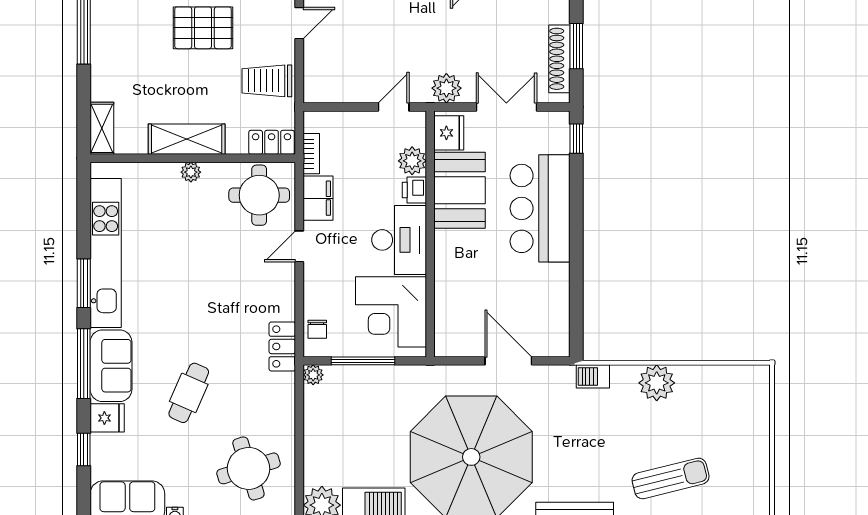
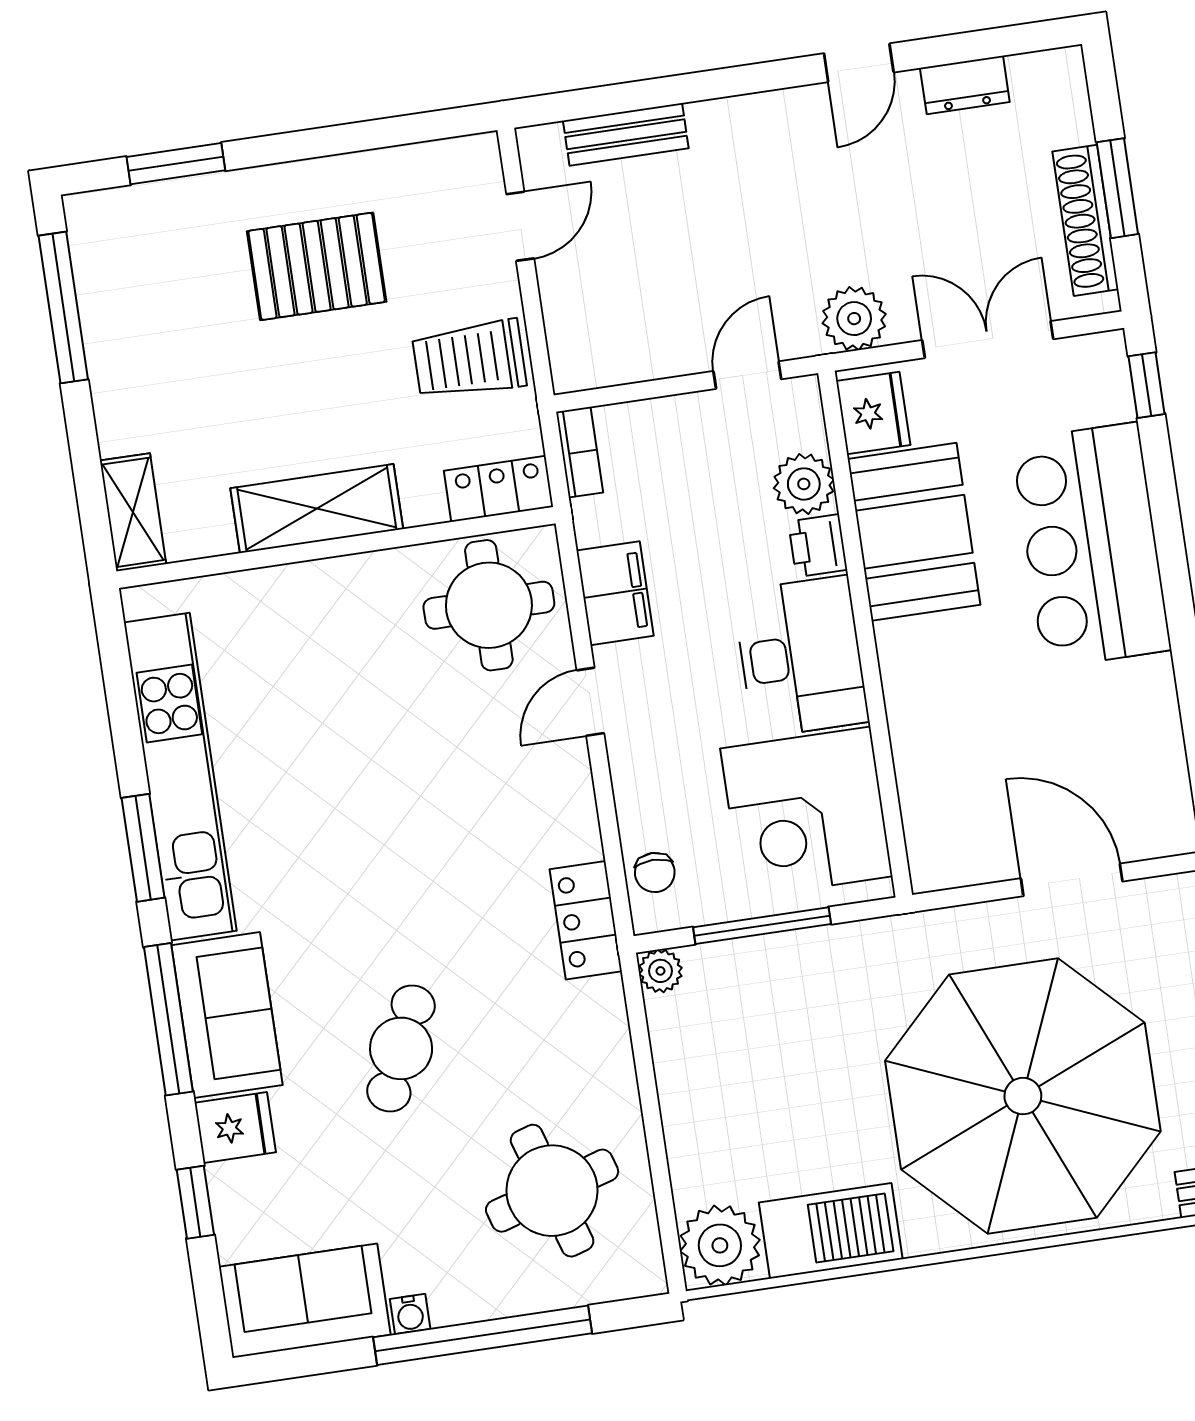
bookcase: (311, 154) -> (579, 452), moved
plant: (191, 172) -> (336, 578), removed

